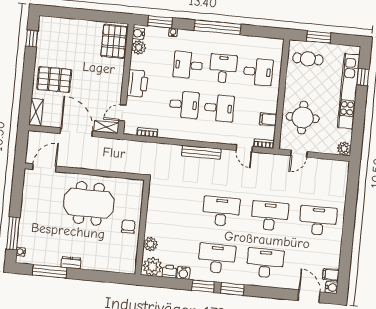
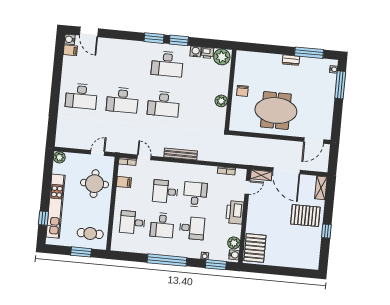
window: (32, 38) -> (326, 231), moved
desk: (184, 105) -> (195, 194), turned 90
plant: (150, 244) -> (221, 101), moved
desk: (265, 263) -> (126, 60), removed

